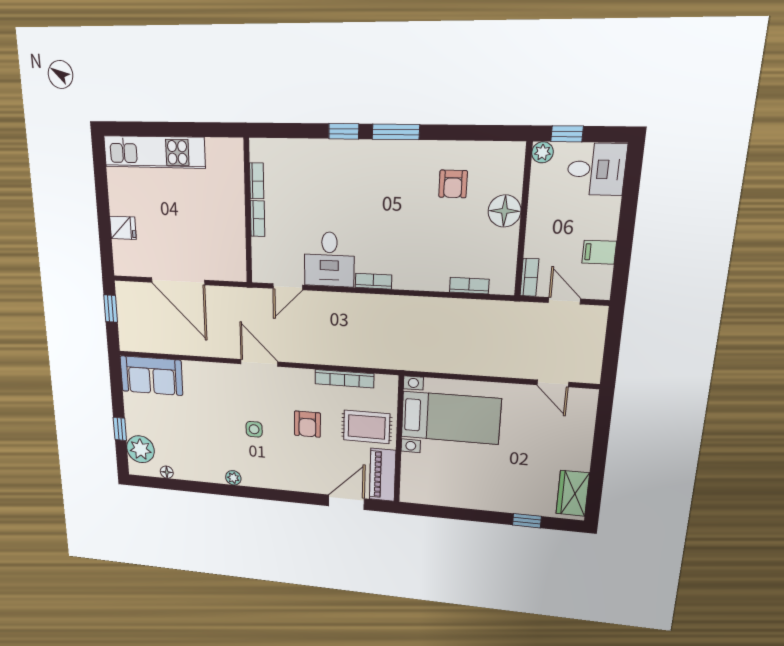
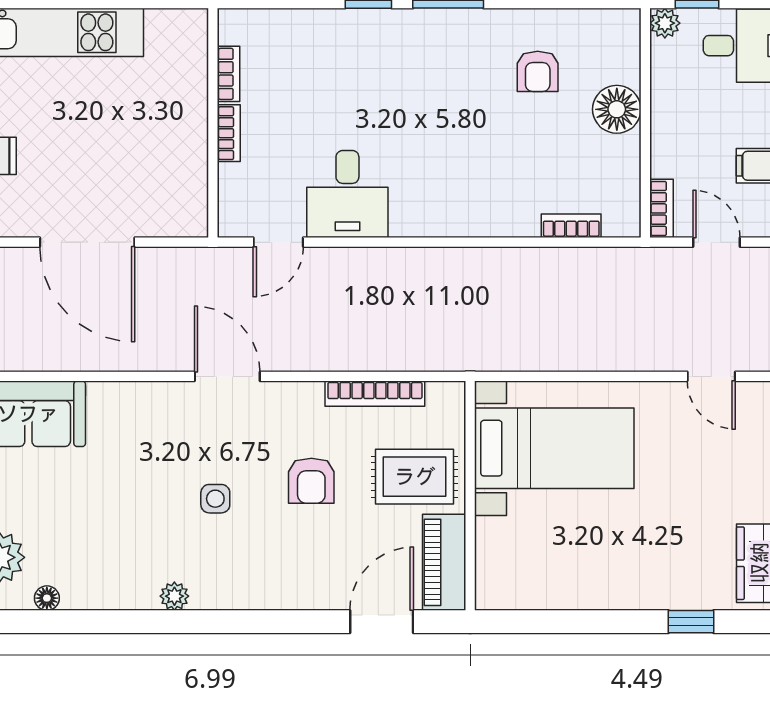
bookcase: (373, 281) -> (420, 226), removed

